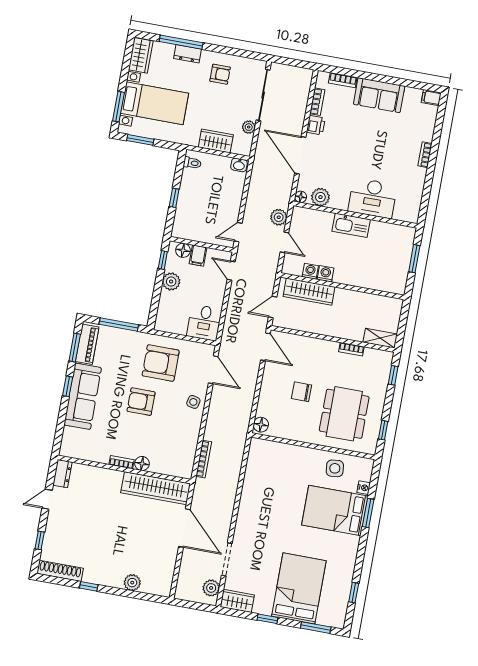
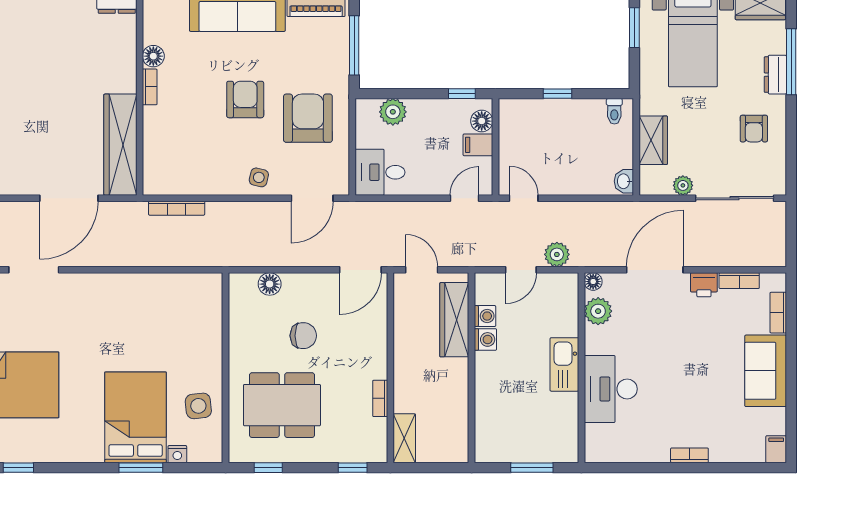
plant: (171, 282) -> (393, 112), moved
chair: (302, 392) -> (303, 336), turned 90
floor lamp: (261, 425) -> (270, 284), moved
floor lamp: (142, 464) -> (153, 56), moved

